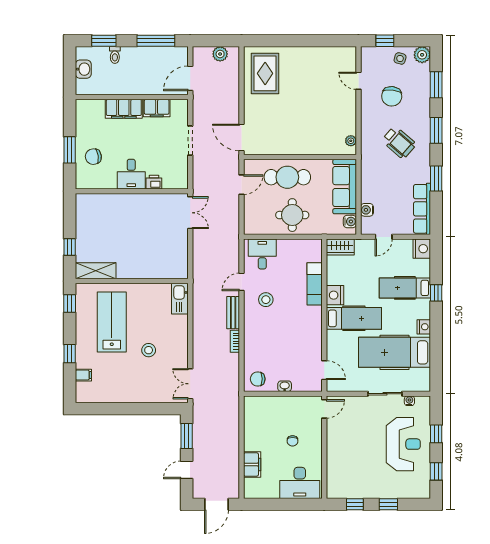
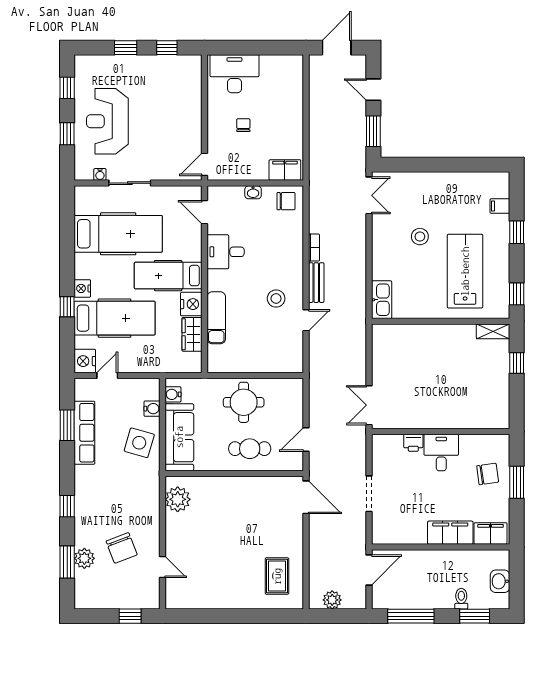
plant: (422, 55) -> (84, 558), moved
side table: (400, 58) -> (139, 443), moved, width x1.87, depth x1.87
rug: (265, 73) -> (277, 576), width x0.73, depth x0.70
chair: (392, 96) -> (122, 548), turned 153
filing cabinet: (157, 108) -> (491, 533), moved
window: (436, 130) -> (67, 506), width x0.67
plant: (351, 141) -> (178, 499), width x1.87, depth x1.87
wheelchair: (399, 142) -> (113, 491), removed
cafe table: (287, 177) -> (250, 449), width x0.73, depth x0.74
window: (436, 178) -> (67, 425), moved
row of seats: (422, 209) -> (84, 433), moved
door: (384, 237) -> (107, 376), moved
wardrobe: (340, 247) -> (192, 334), moved, turned -90
desk: (262, 254) -> (226, 252), moved, turned 90
shelving: (96, 271) -> (493, 331), width x0.67, depth x0.75
hospital bed: (405, 288) -> (115, 318), width x1.37, depth x1.29
lab bench: (112, 322) -> (465, 271), turned 180
nightstand: (424, 327) -> (82, 288), moved
filing cabinet: (252, 464) -> (285, 170), moved, turned 90
door: (187, 470) -> (373, 90), swing flipped

